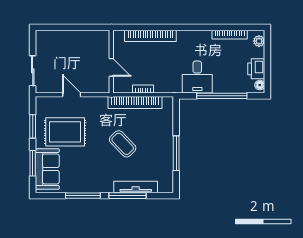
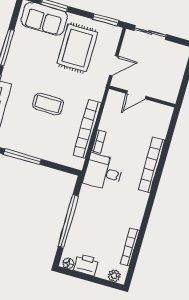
wall: (111, 62) -> (142, 97), moved
door: (111, 67) -> (136, 95), moved
desk: (197, 77) -> (103, 172), moved
window: (33, 126) -> (106, 20), moved
coffee table: (123, 144) -> (48, 104), turned 44

